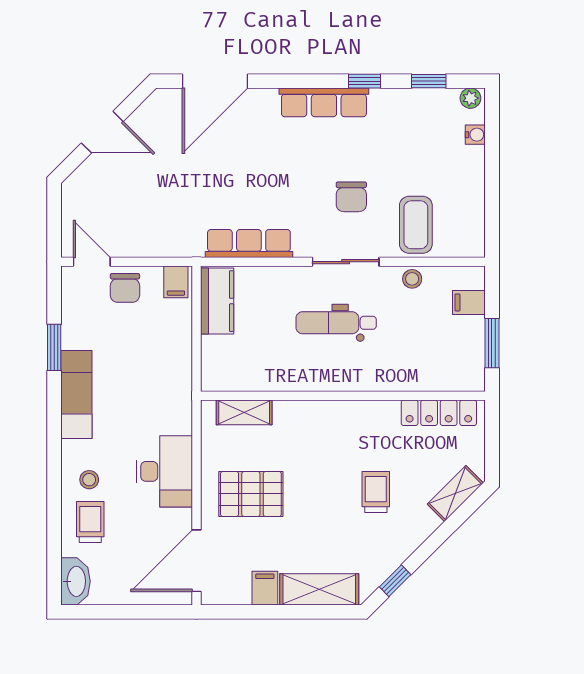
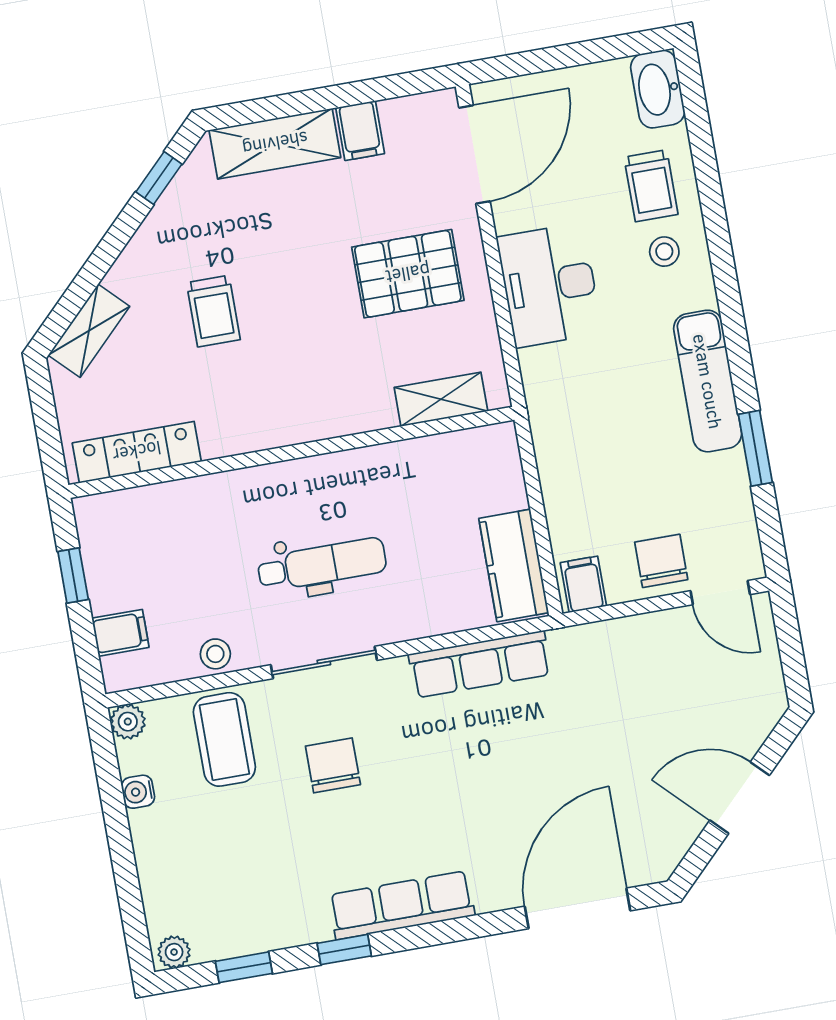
water cooler: (475, 135) -> (138, 792), moved
plant: (474, 246) -> (128, 722), added
window: (492, 343) -> (73, 575), width x0.67

